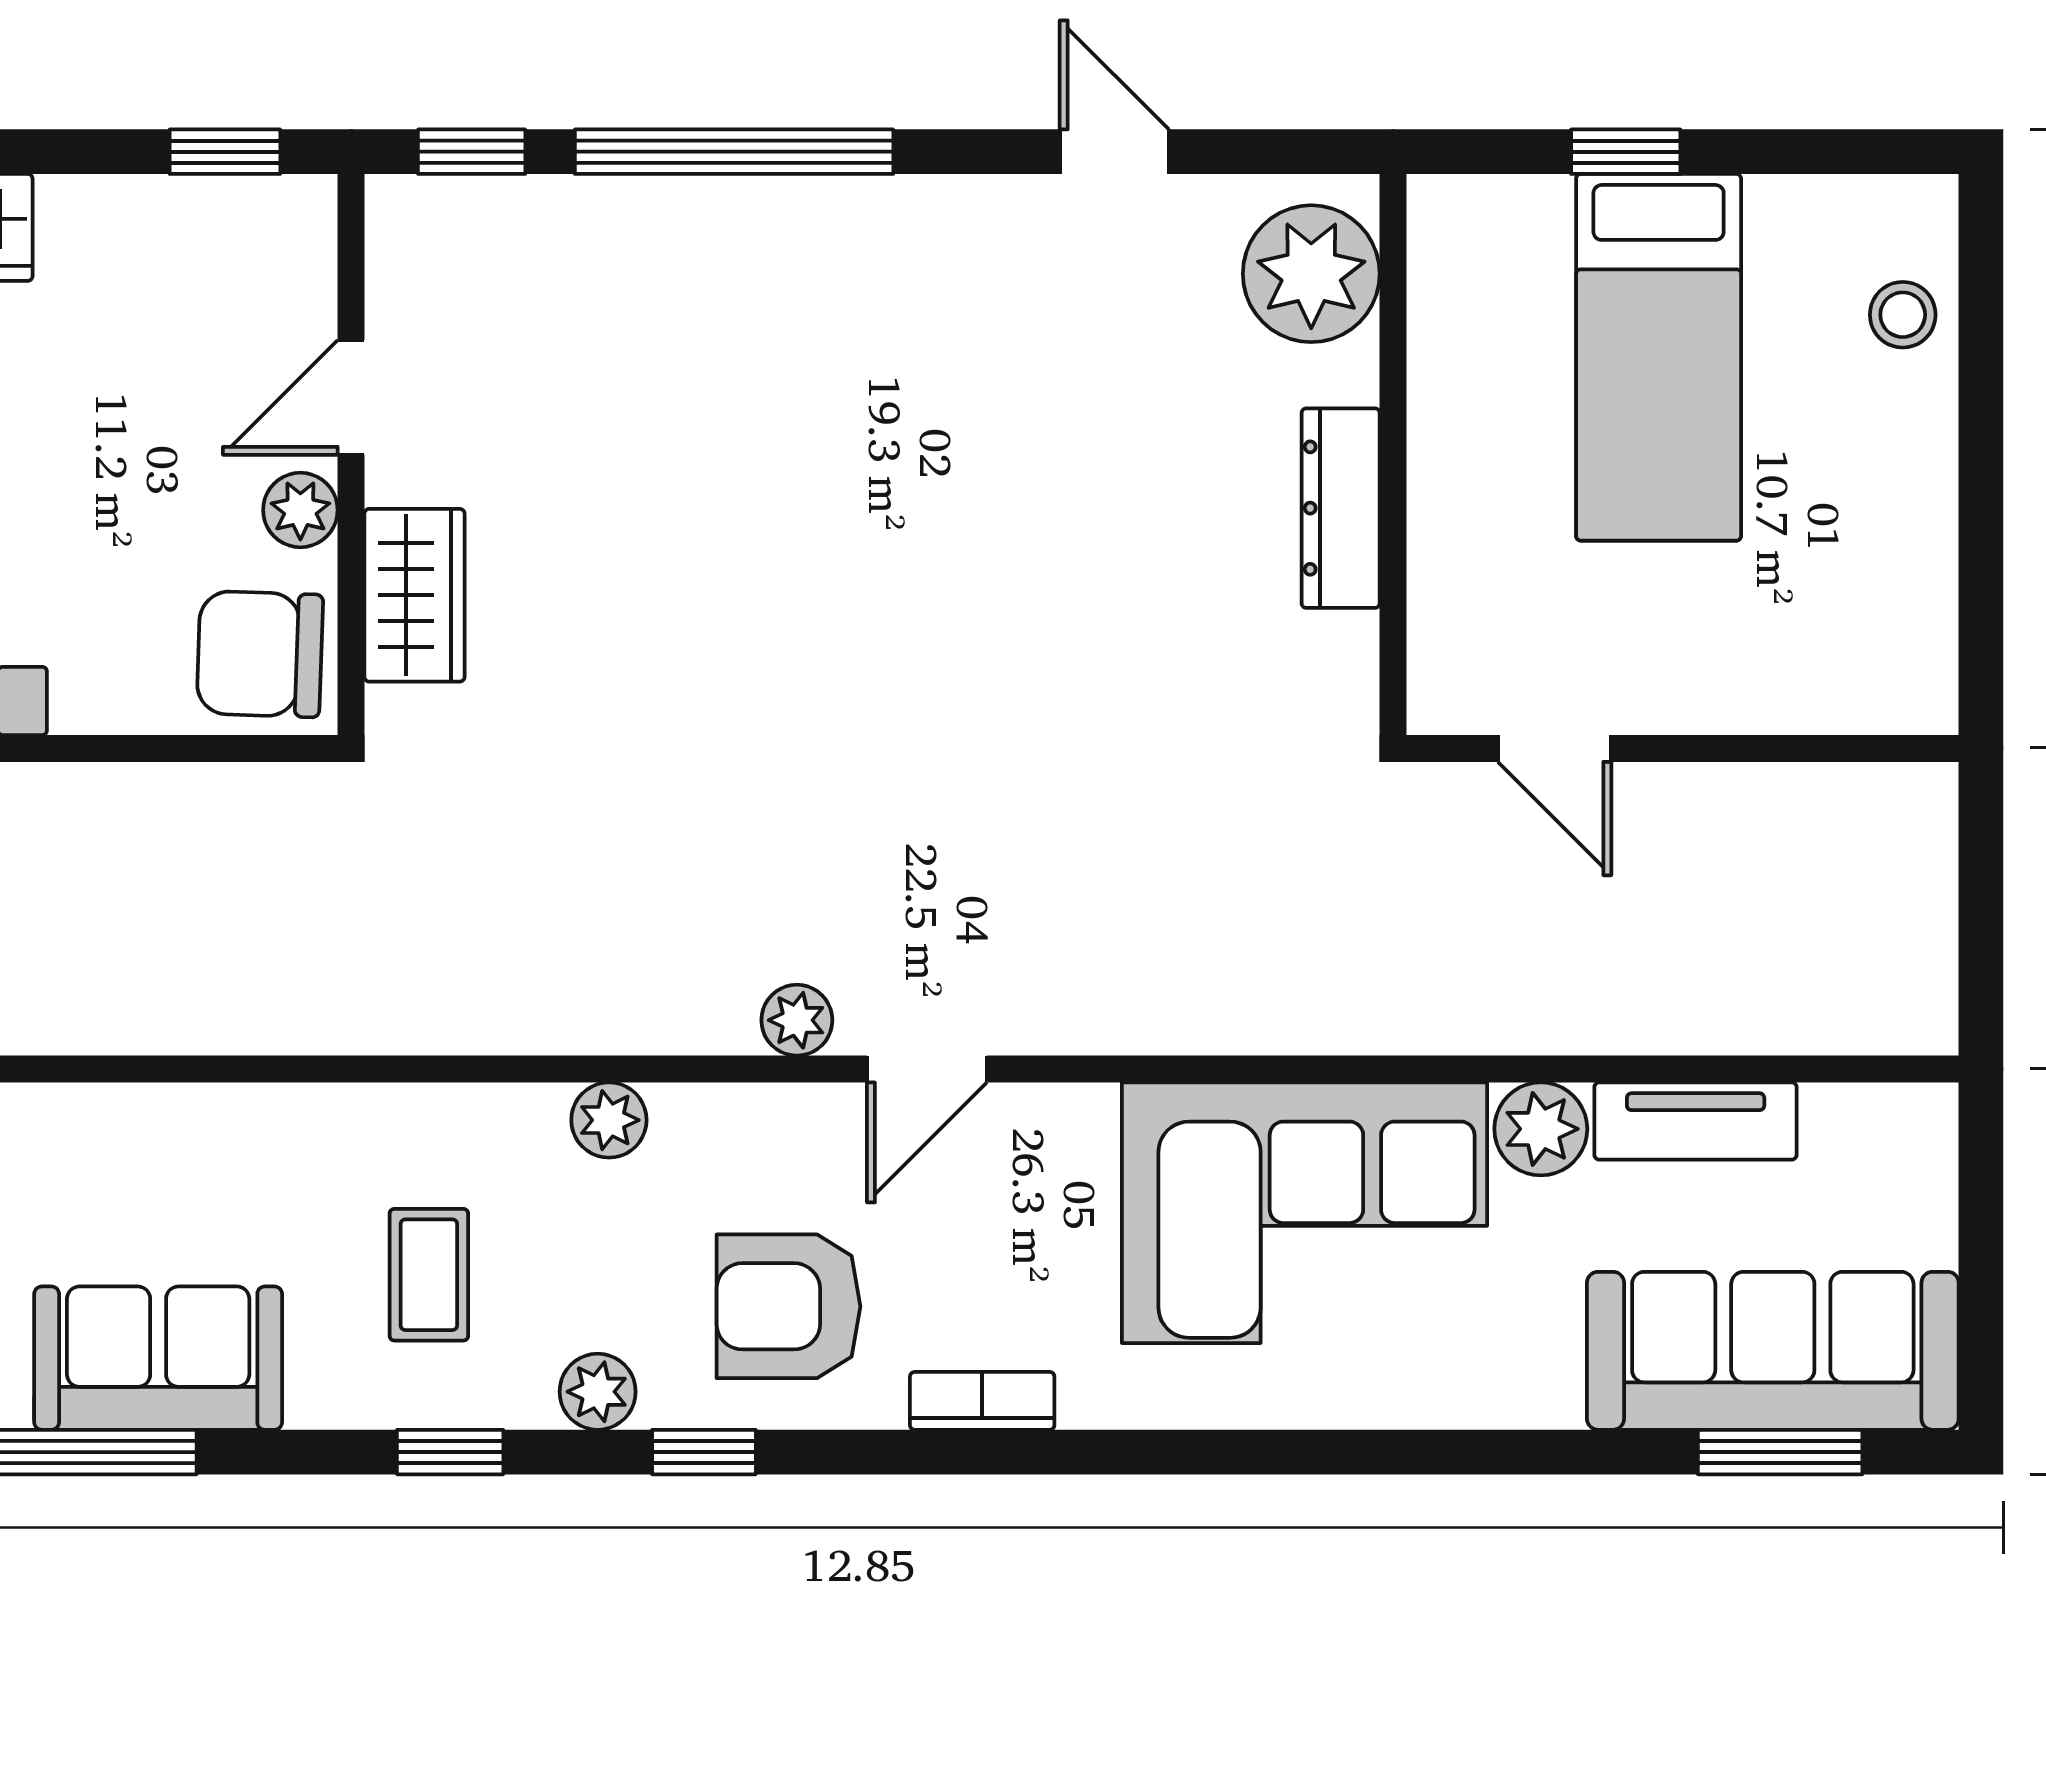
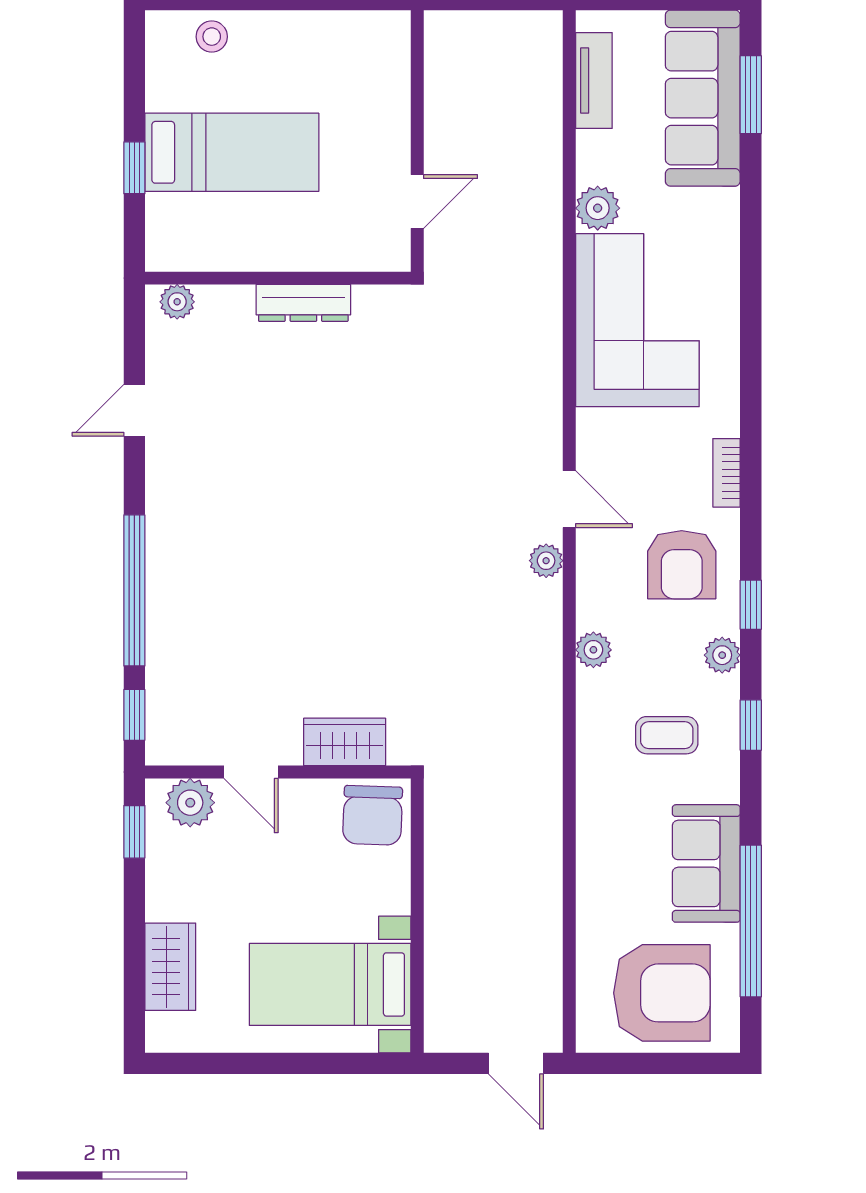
plant: (1311, 274) -> (177, 302), width x0.53, depth x0.53
plant: (300, 510) -> (190, 803), moved, width x1.38, depth x1.38
tv unit: (1696, 1121) -> (594, 81), moved

